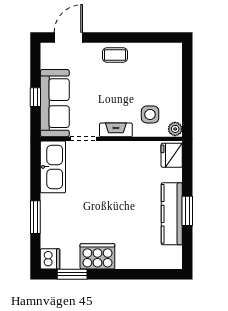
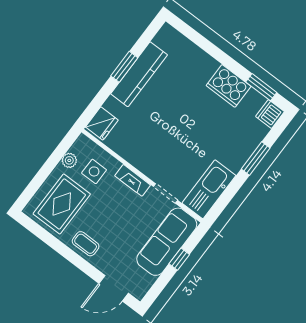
rug: (156, 71) -> (62, 204), added
plant: (175, 129) -> (69, 160), moved

